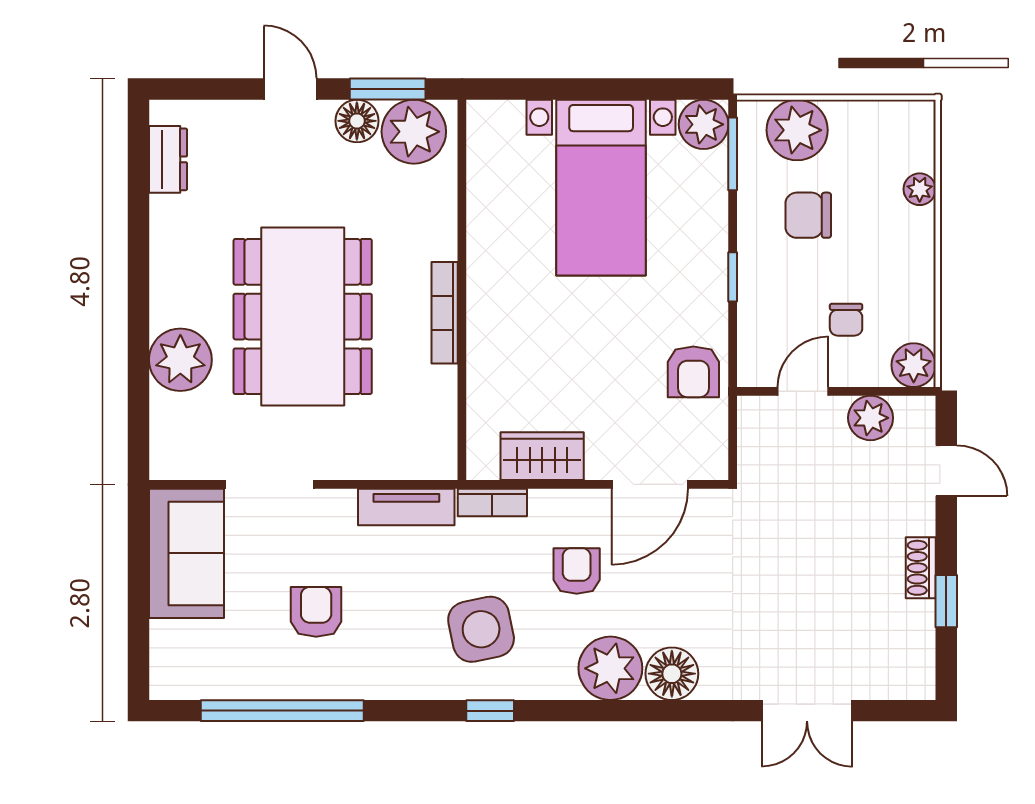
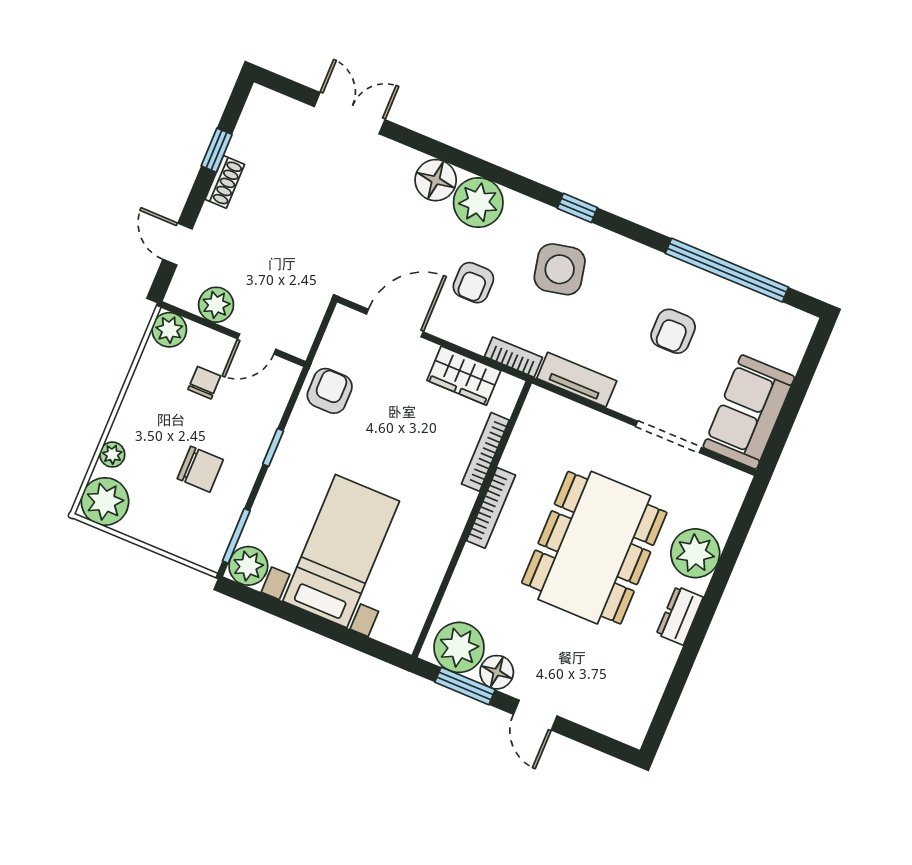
plant: (797, 130) -> (105, 501), moved
dresser: (168, 159) -> (680, 616), moved
bookcase: (479, 376) -> (485, 452), added

